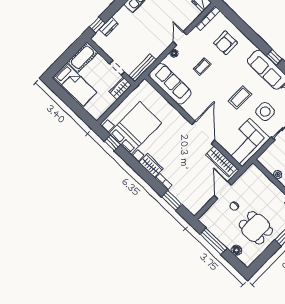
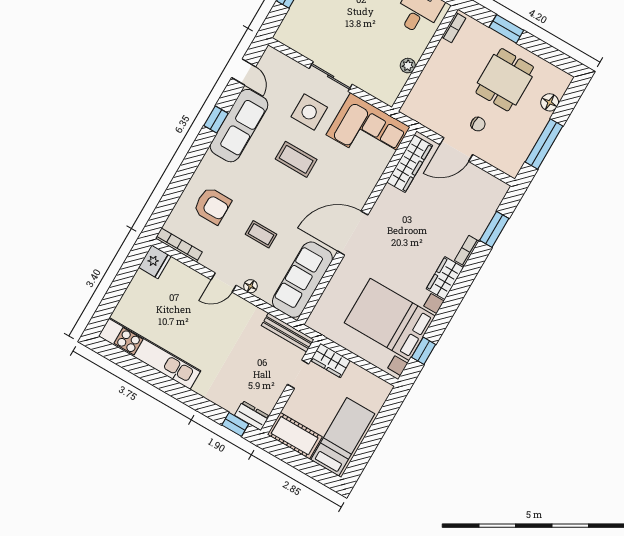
dresser: (109, 27) -> (252, 416), moved
door: (203, 132) -> (353, 233), moved

